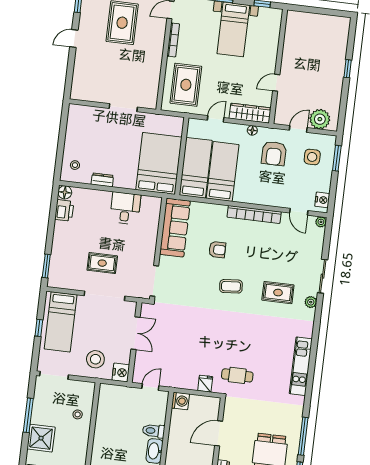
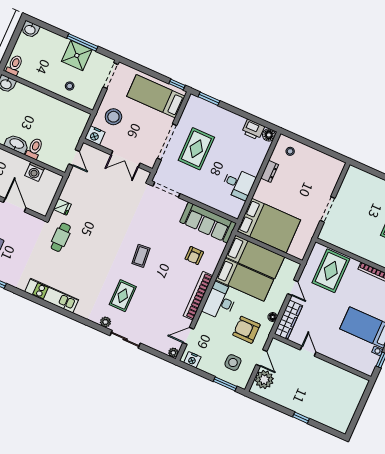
rug: (186, 85) -> (331, 271), turned 90
desk: (253, 190) -> (220, 301), added
armchair: (217, 250) -> (194, 256), moved
rug: (102, 263) -> (196, 149), width x1.36, depth x1.43
window: (39, 328) -> (177, 84), moved
washing machine: (180, 401) -> (35, 172), moved
shower: (41, 438) -> (77, 55), moved

